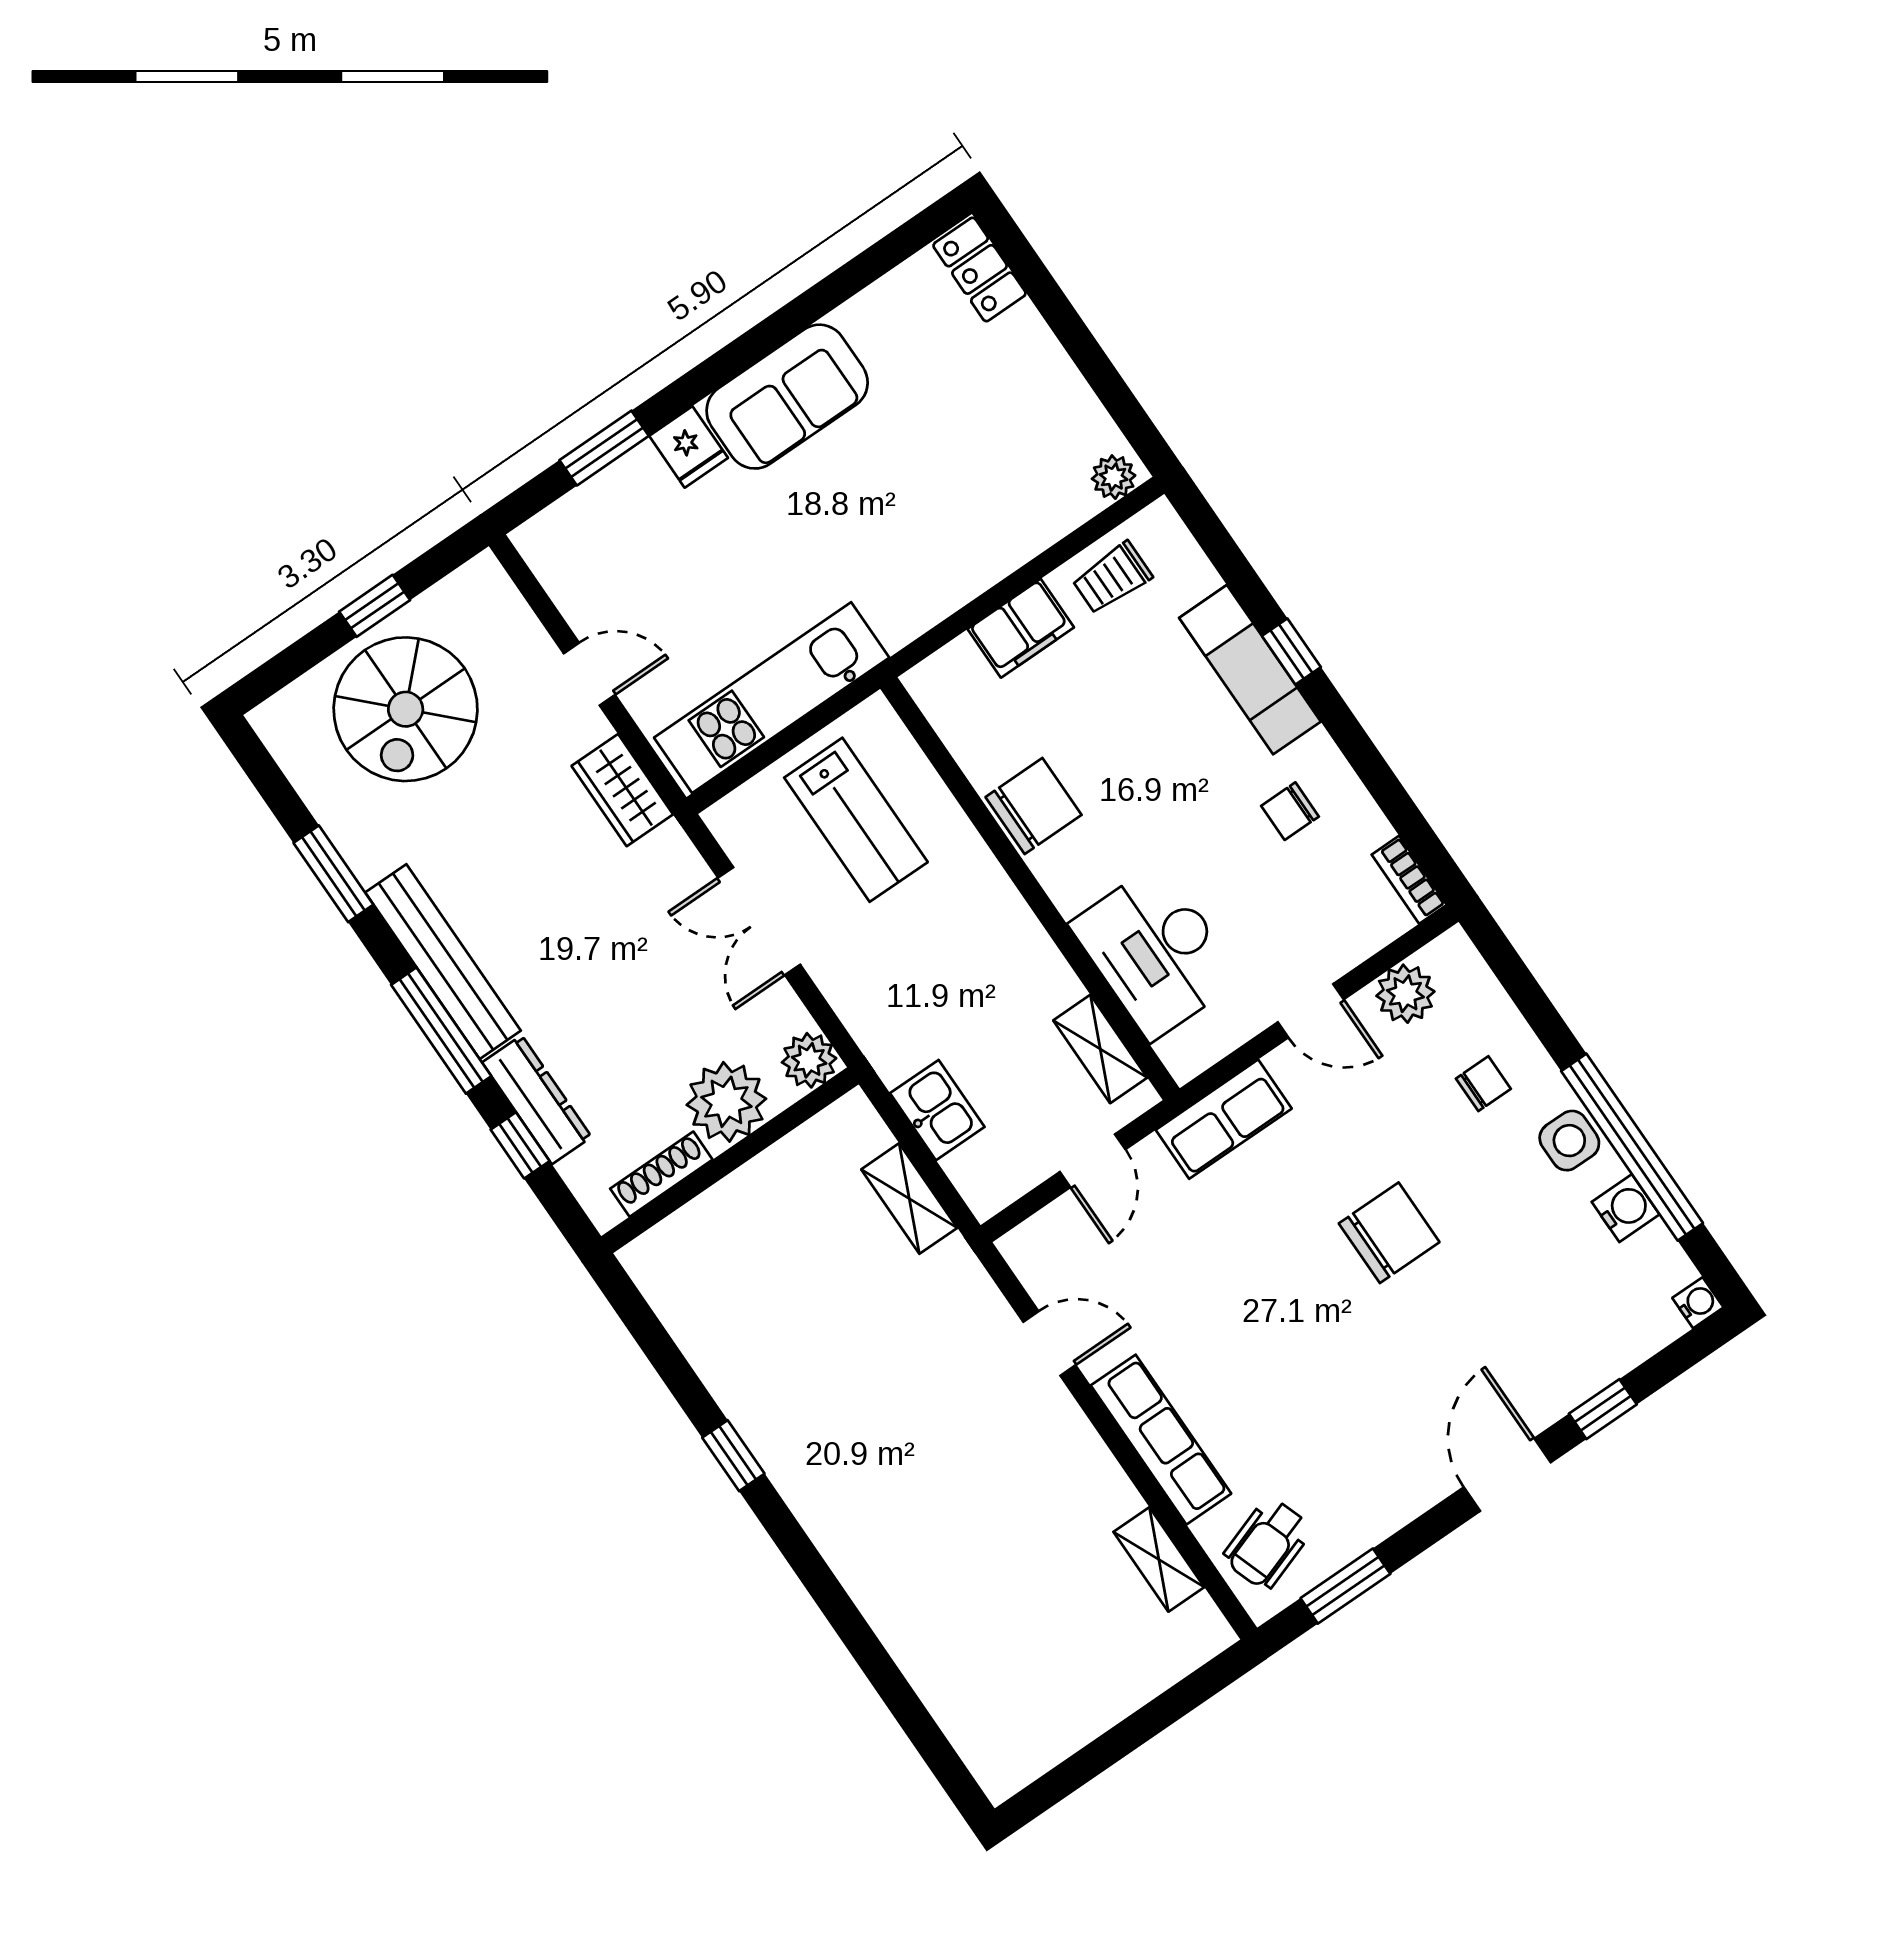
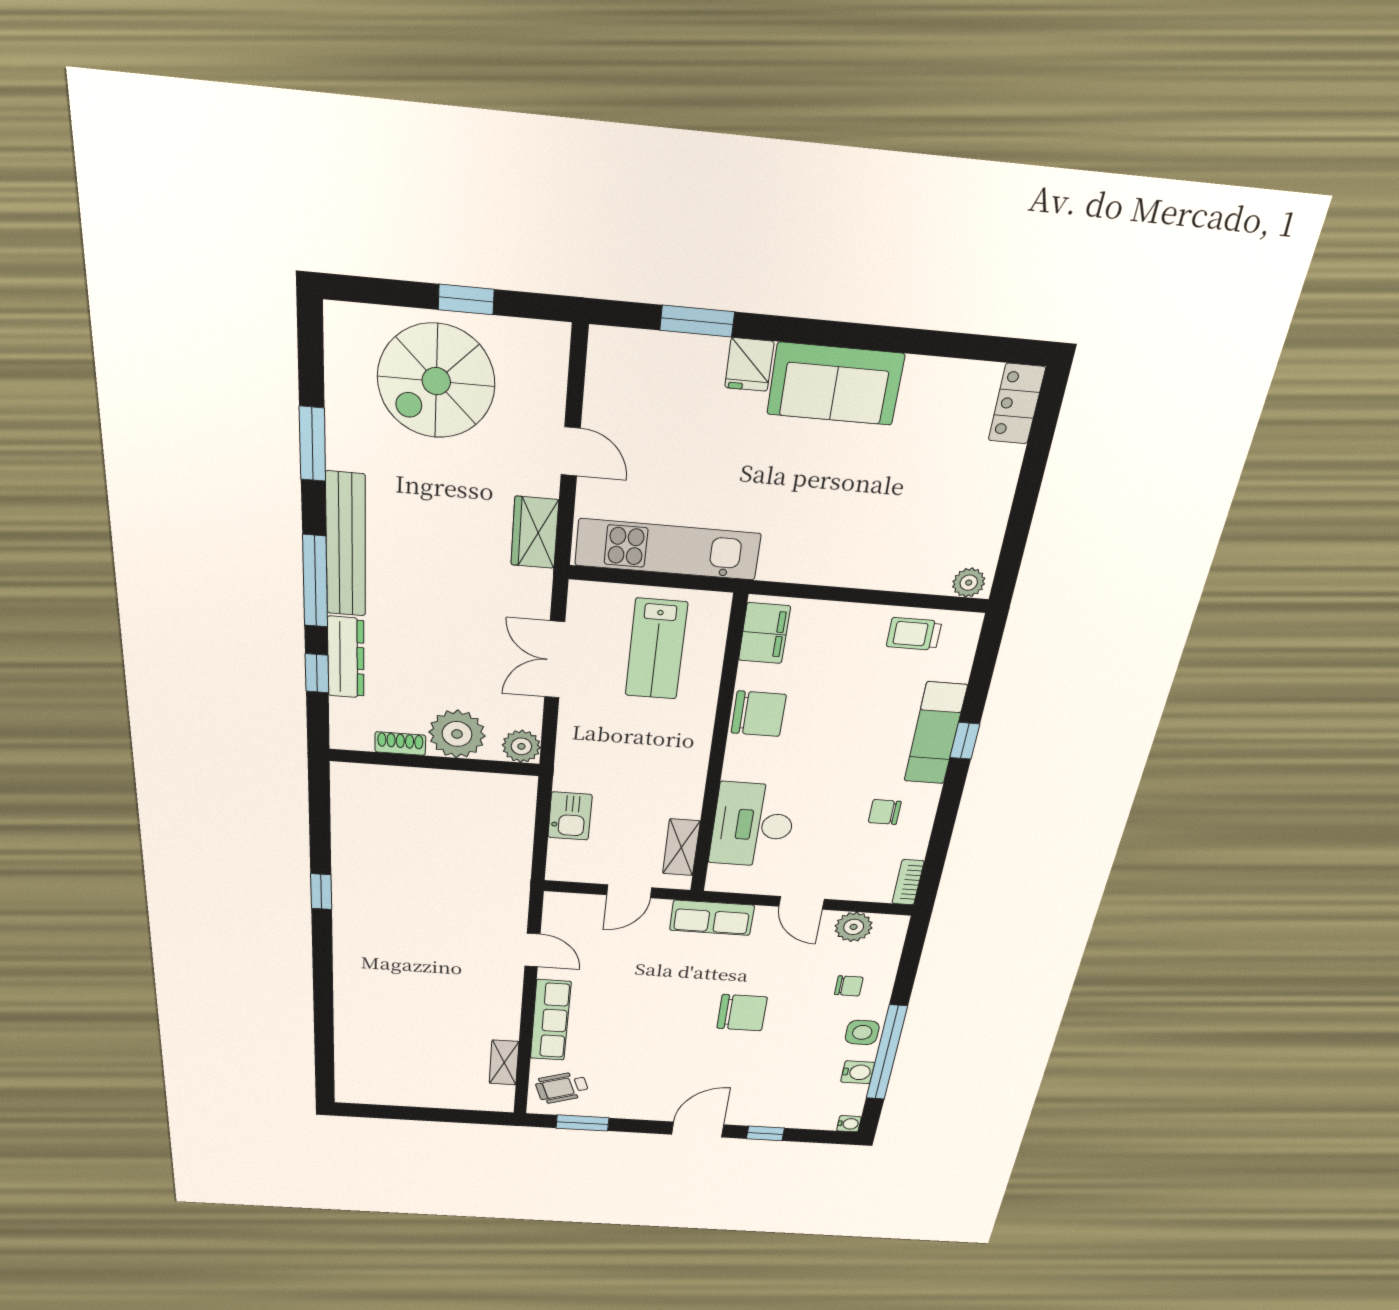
filing cabinet: (1021, 628) -> (764, 633), moved, turned -90
shoe rack: (661, 1174) -> (400, 744), width x0.70
shelving: (909, 1199) -> (518, 844), removed

